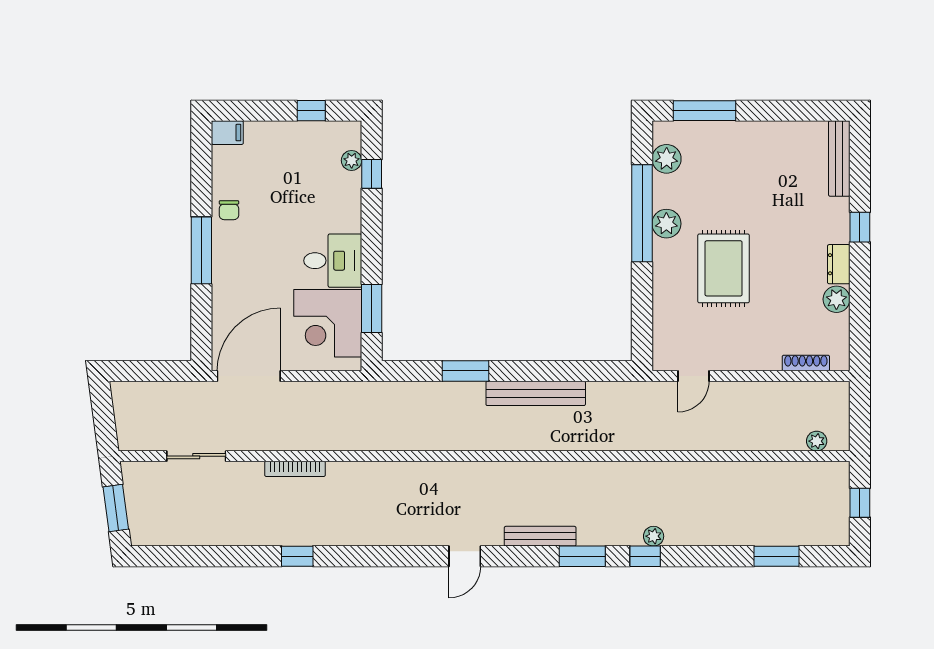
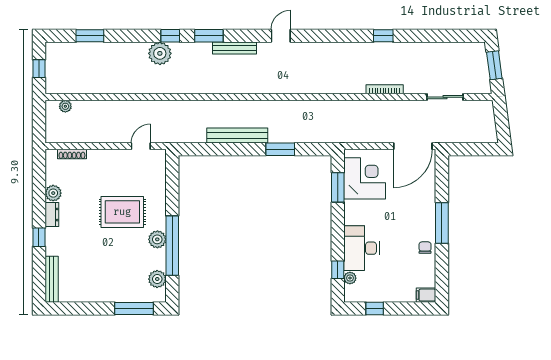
desk: (333, 261) -> (361, 248), moved, width x1.37
rug: (724, 268) -> (122, 212), turned 90
plant: (654, 536) -> (160, 53), width x1.88, depth x1.88

